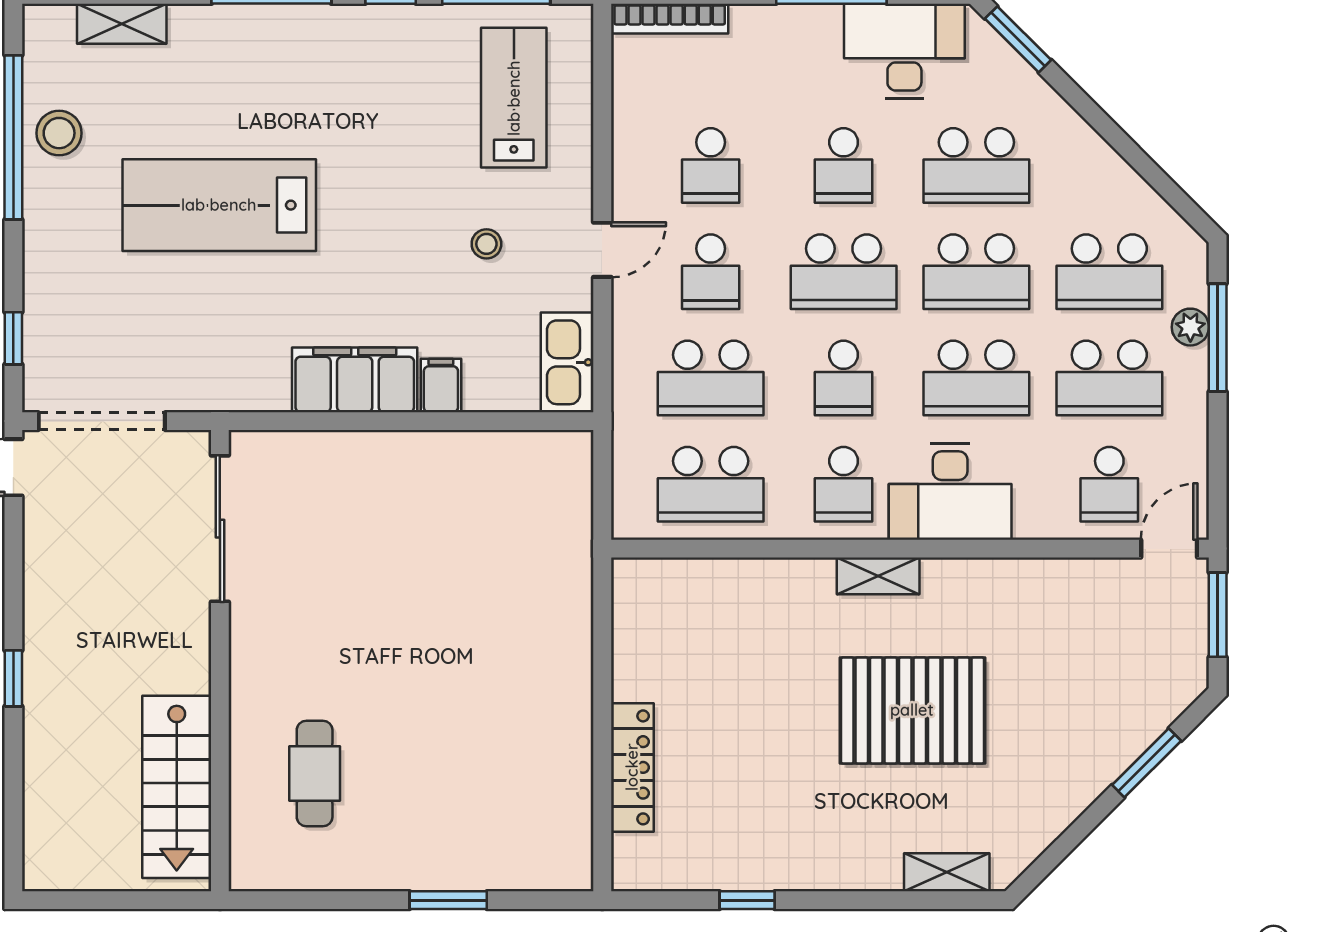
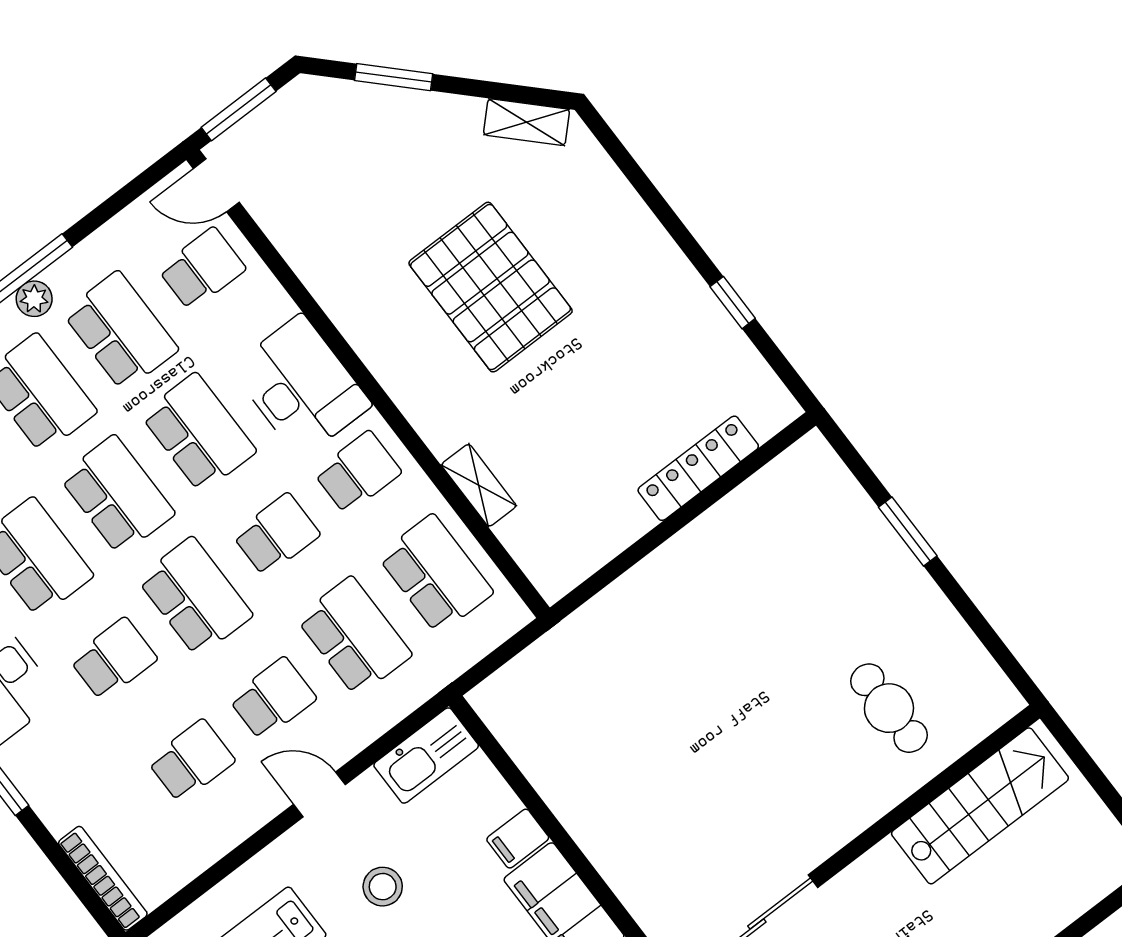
stool: (486, 244) -> (383, 887), width x1.37, depth x1.37
shelving: (878, 576) -> (479, 485), moved
cafe table: (315, 774) -> (889, 708), turned 90
shelving: (947, 872) -> (527, 122), moved, turned -45

